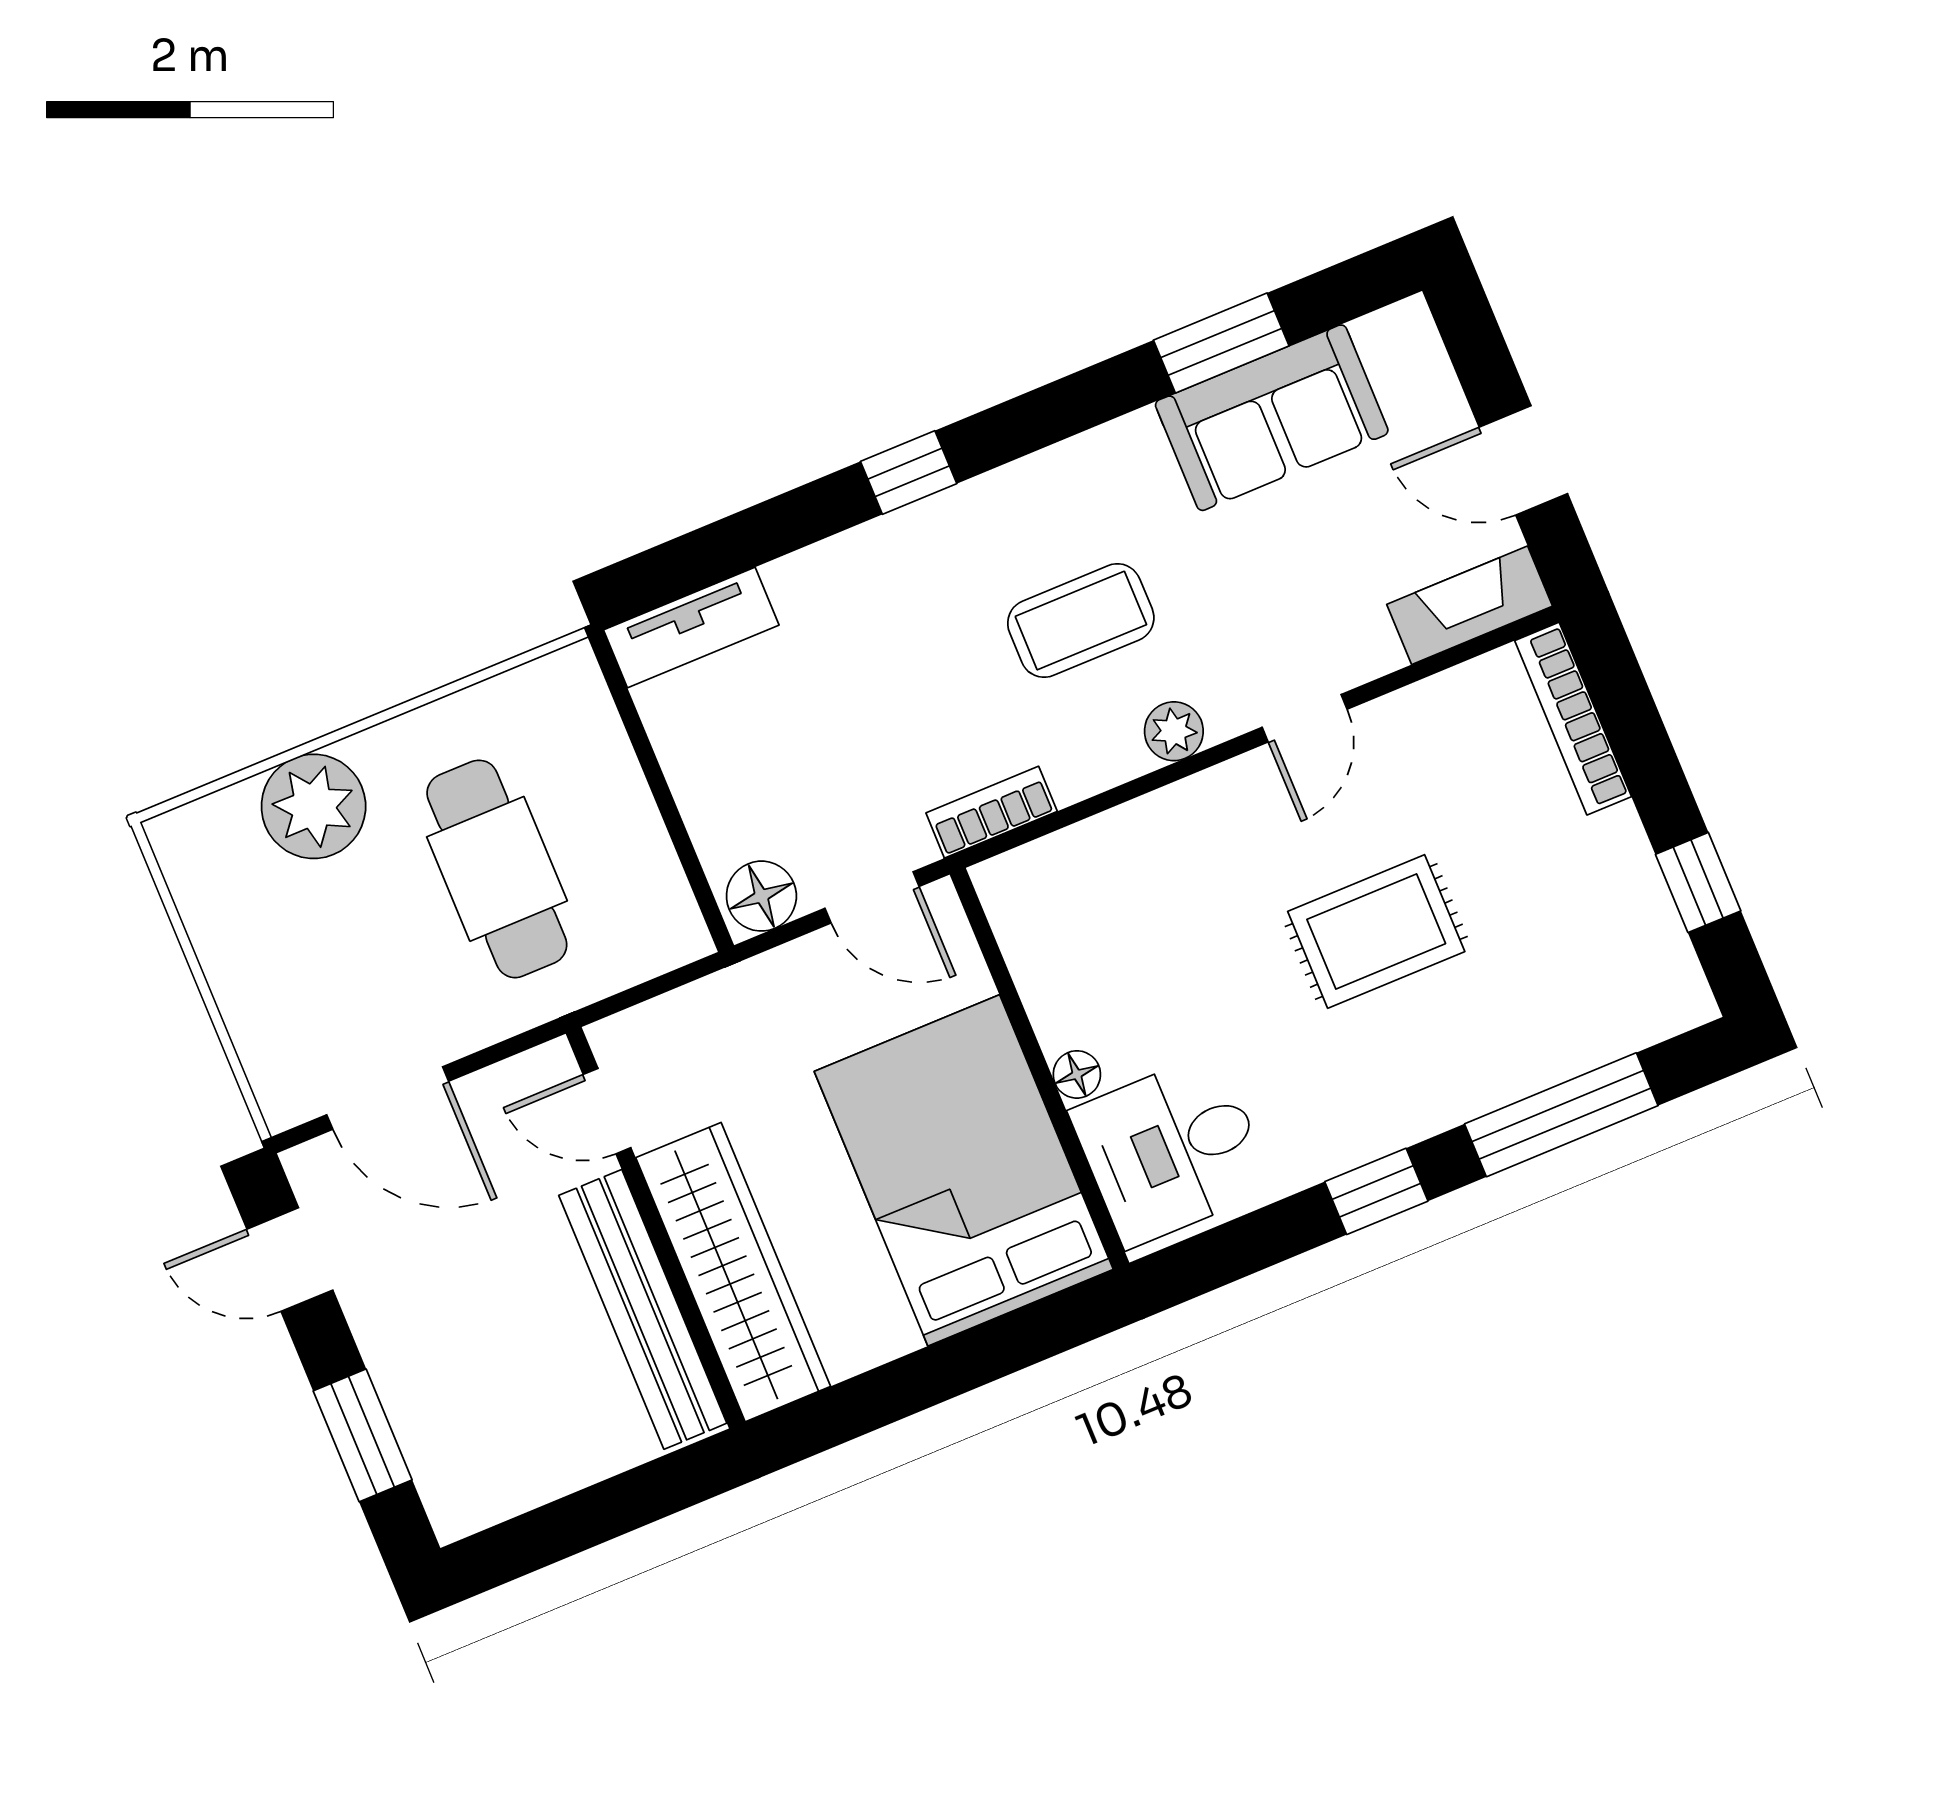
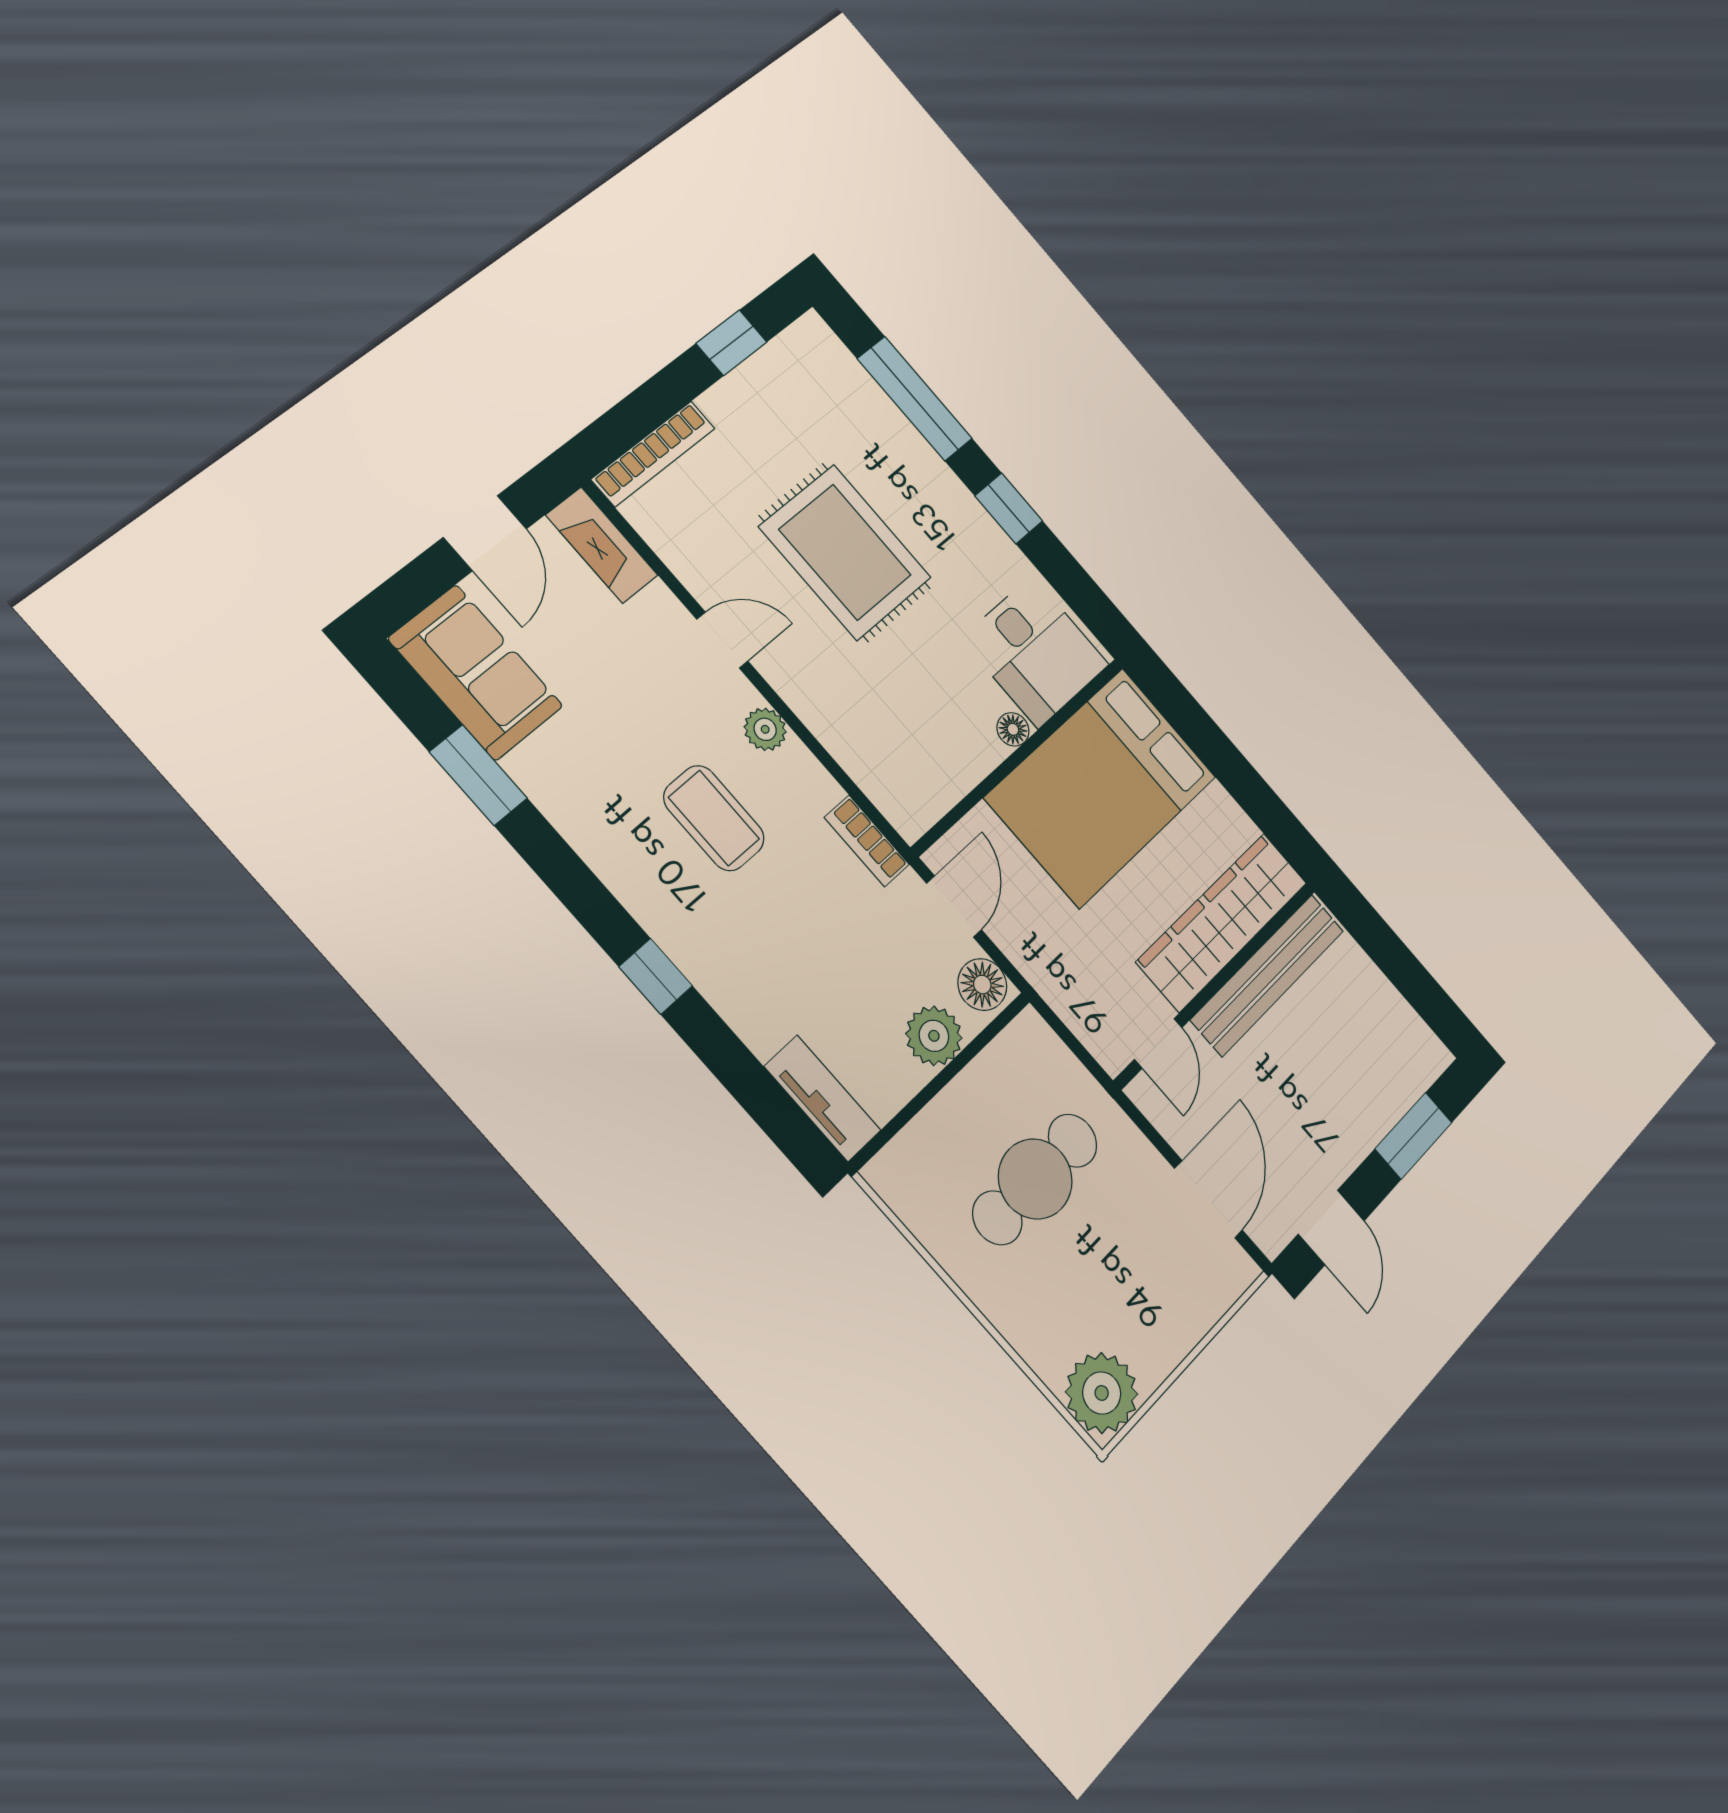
sofa: (1272, 418) -> (476, 672), moved
plant: (719, 804) -> (934, 1036), added
plant: (314, 806) -> (1102, 1393), moved
rug: (1376, 931) -> (845, 552), width x1.36, depth x1.43

